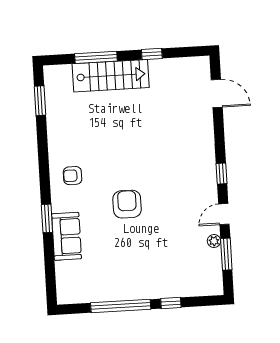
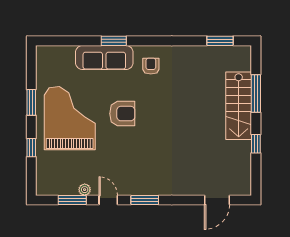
window: (221, 174) -> (145, 200), width x1.50
sofa: (67, 236) -> (104, 57), width x1.36
grand piano: (136, 262) -> (70, 118), added
window: (121, 306) -> (31, 102), width x0.47

